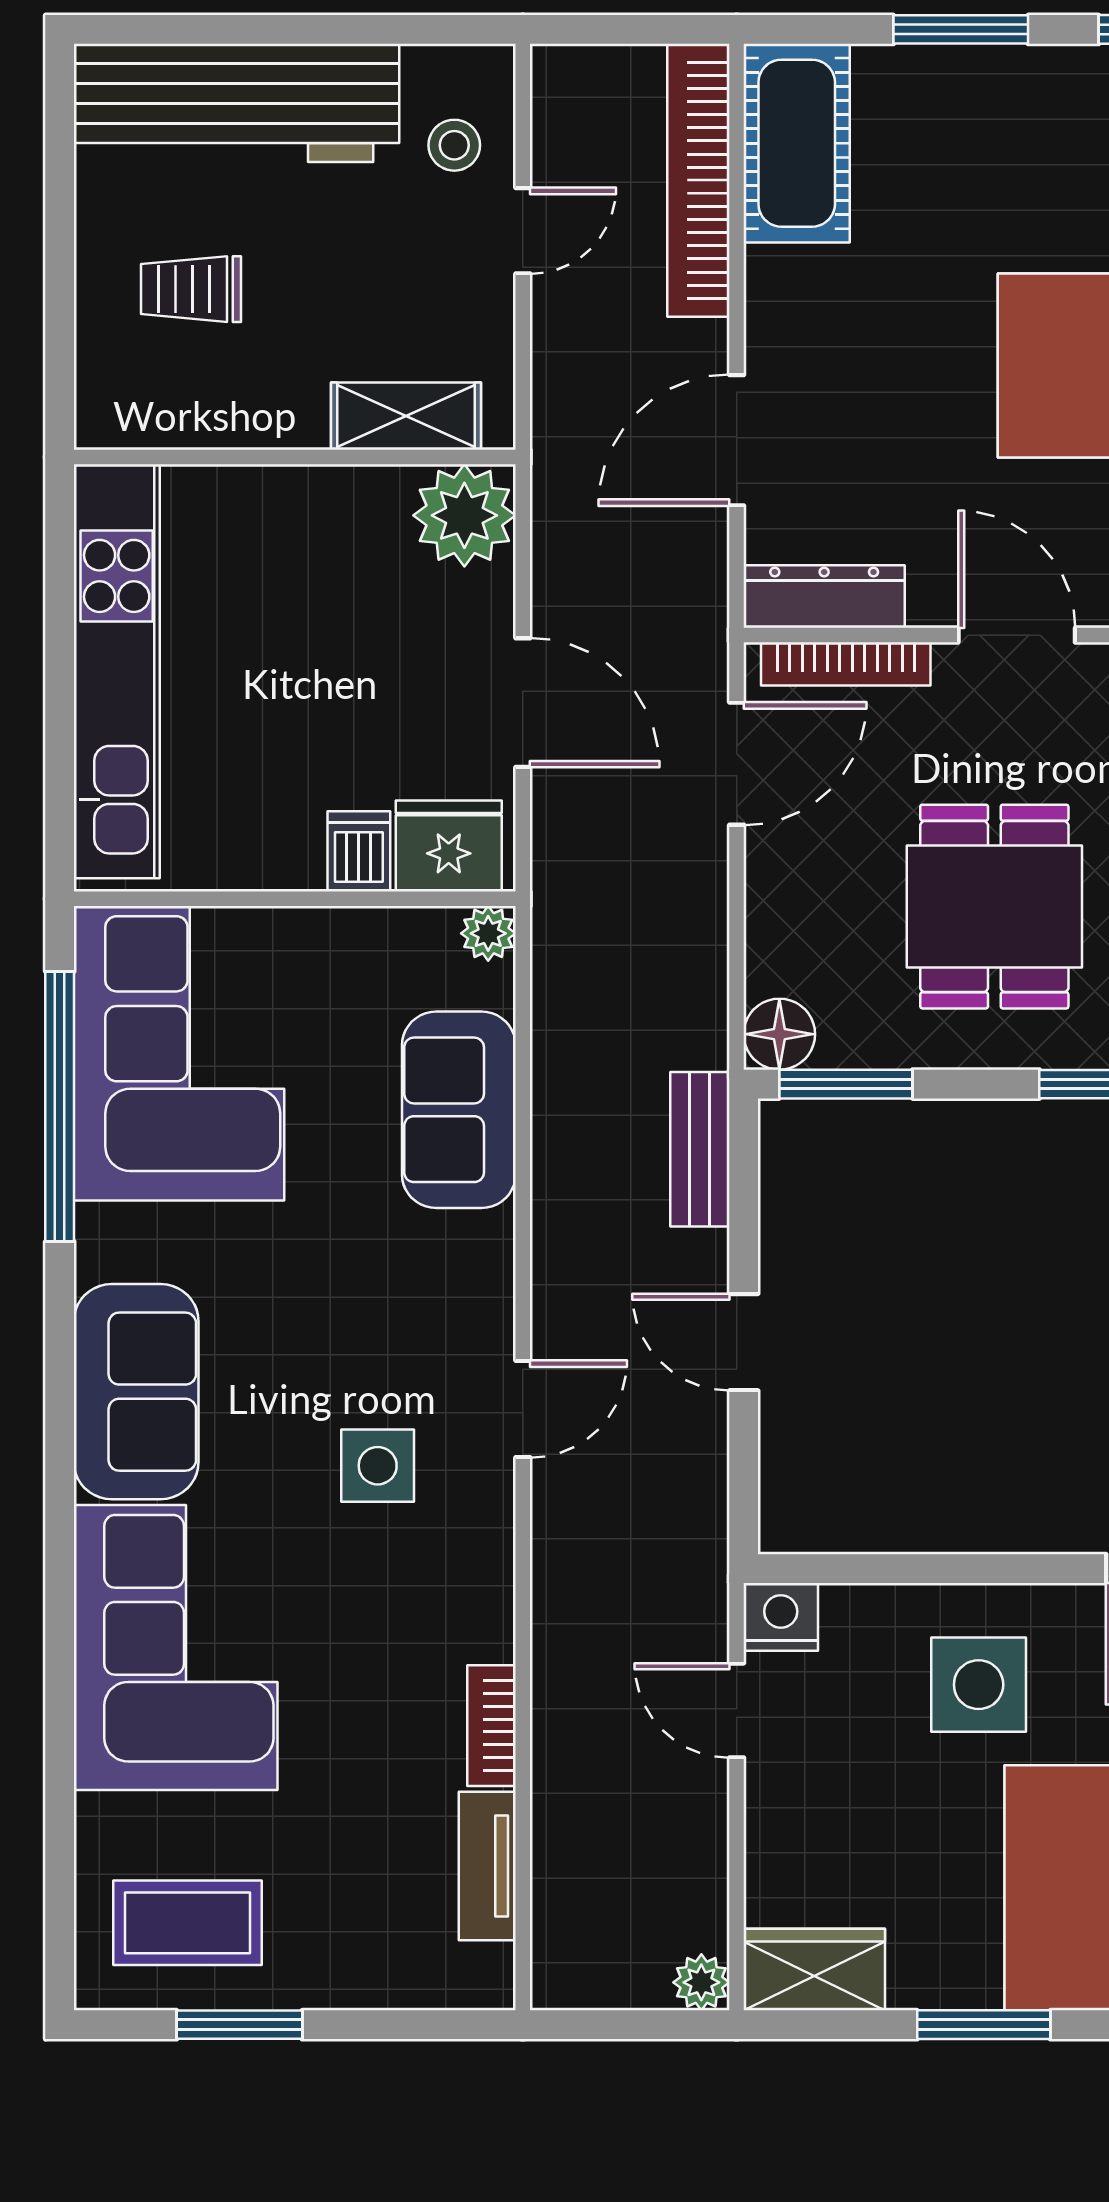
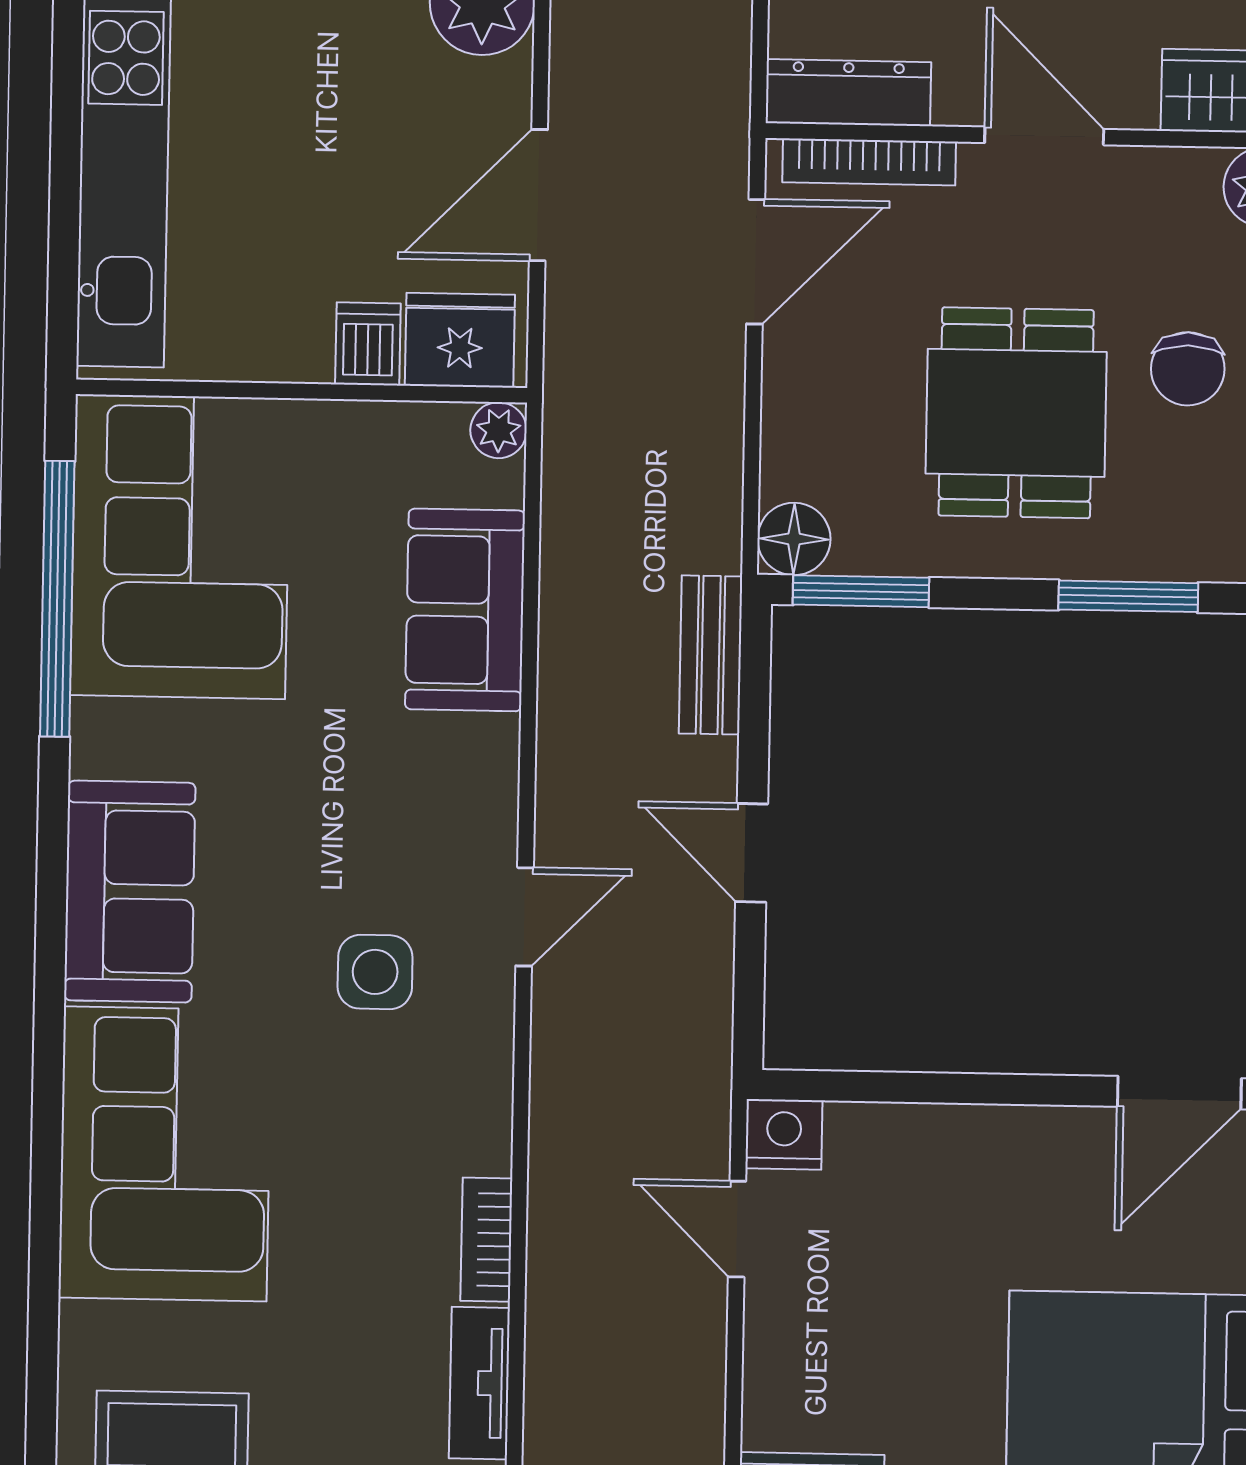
door: (523, 703) -> (538, 195), swing flipped
side table: (979, 1685) -> (985, 1207), removed

